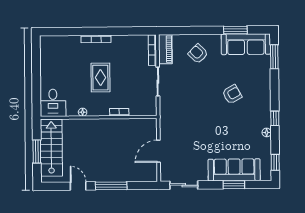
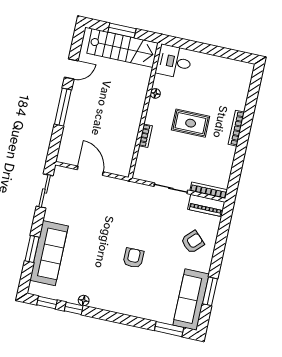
armchair: (232, 94) -> (133, 258), moved, turned -151
window: (275, 118) -> (74, 308), moved

